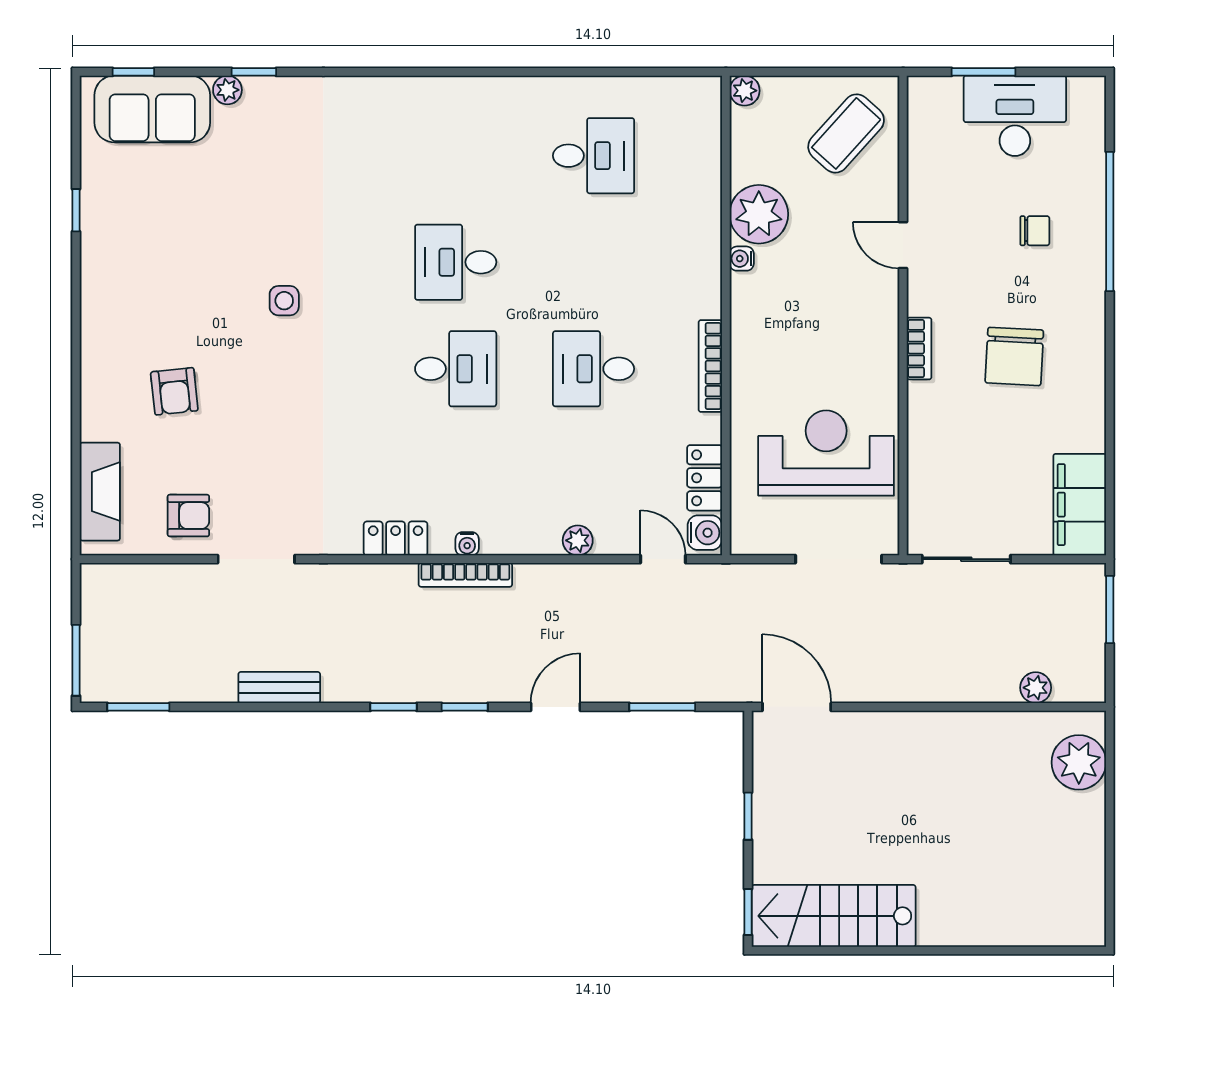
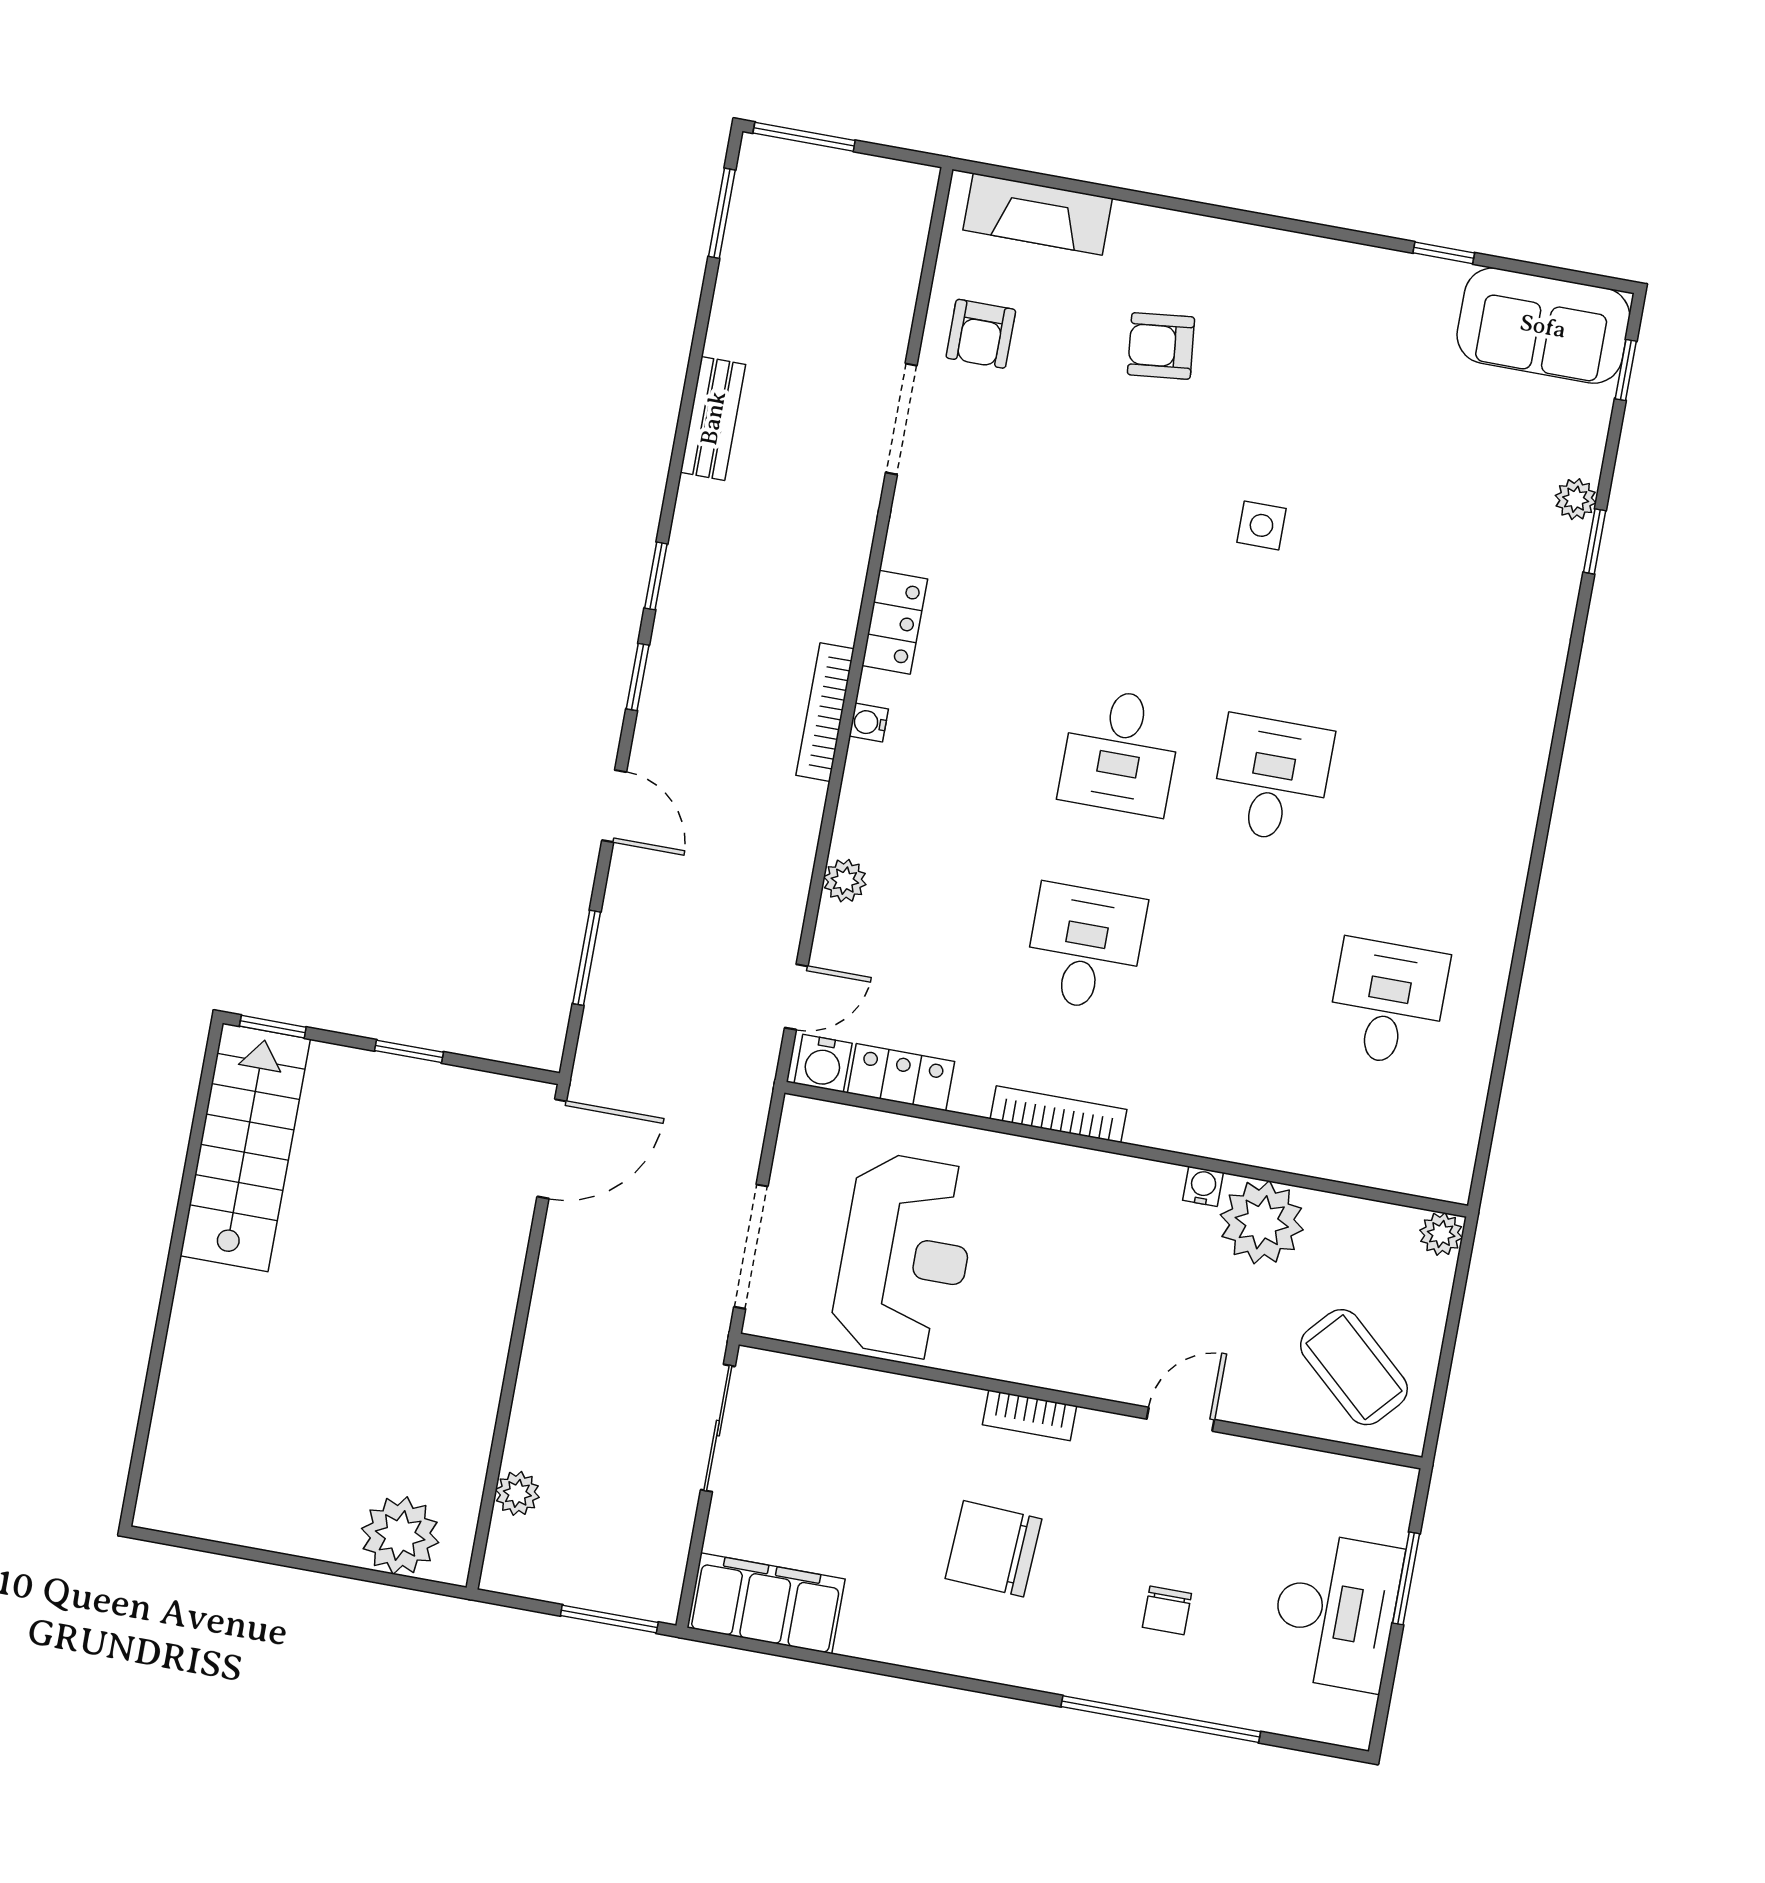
sofa: (152, 109) -> (1543, 326), moved, turned -90
desk: (594, 156) -> (1388, 1003), turned 180

